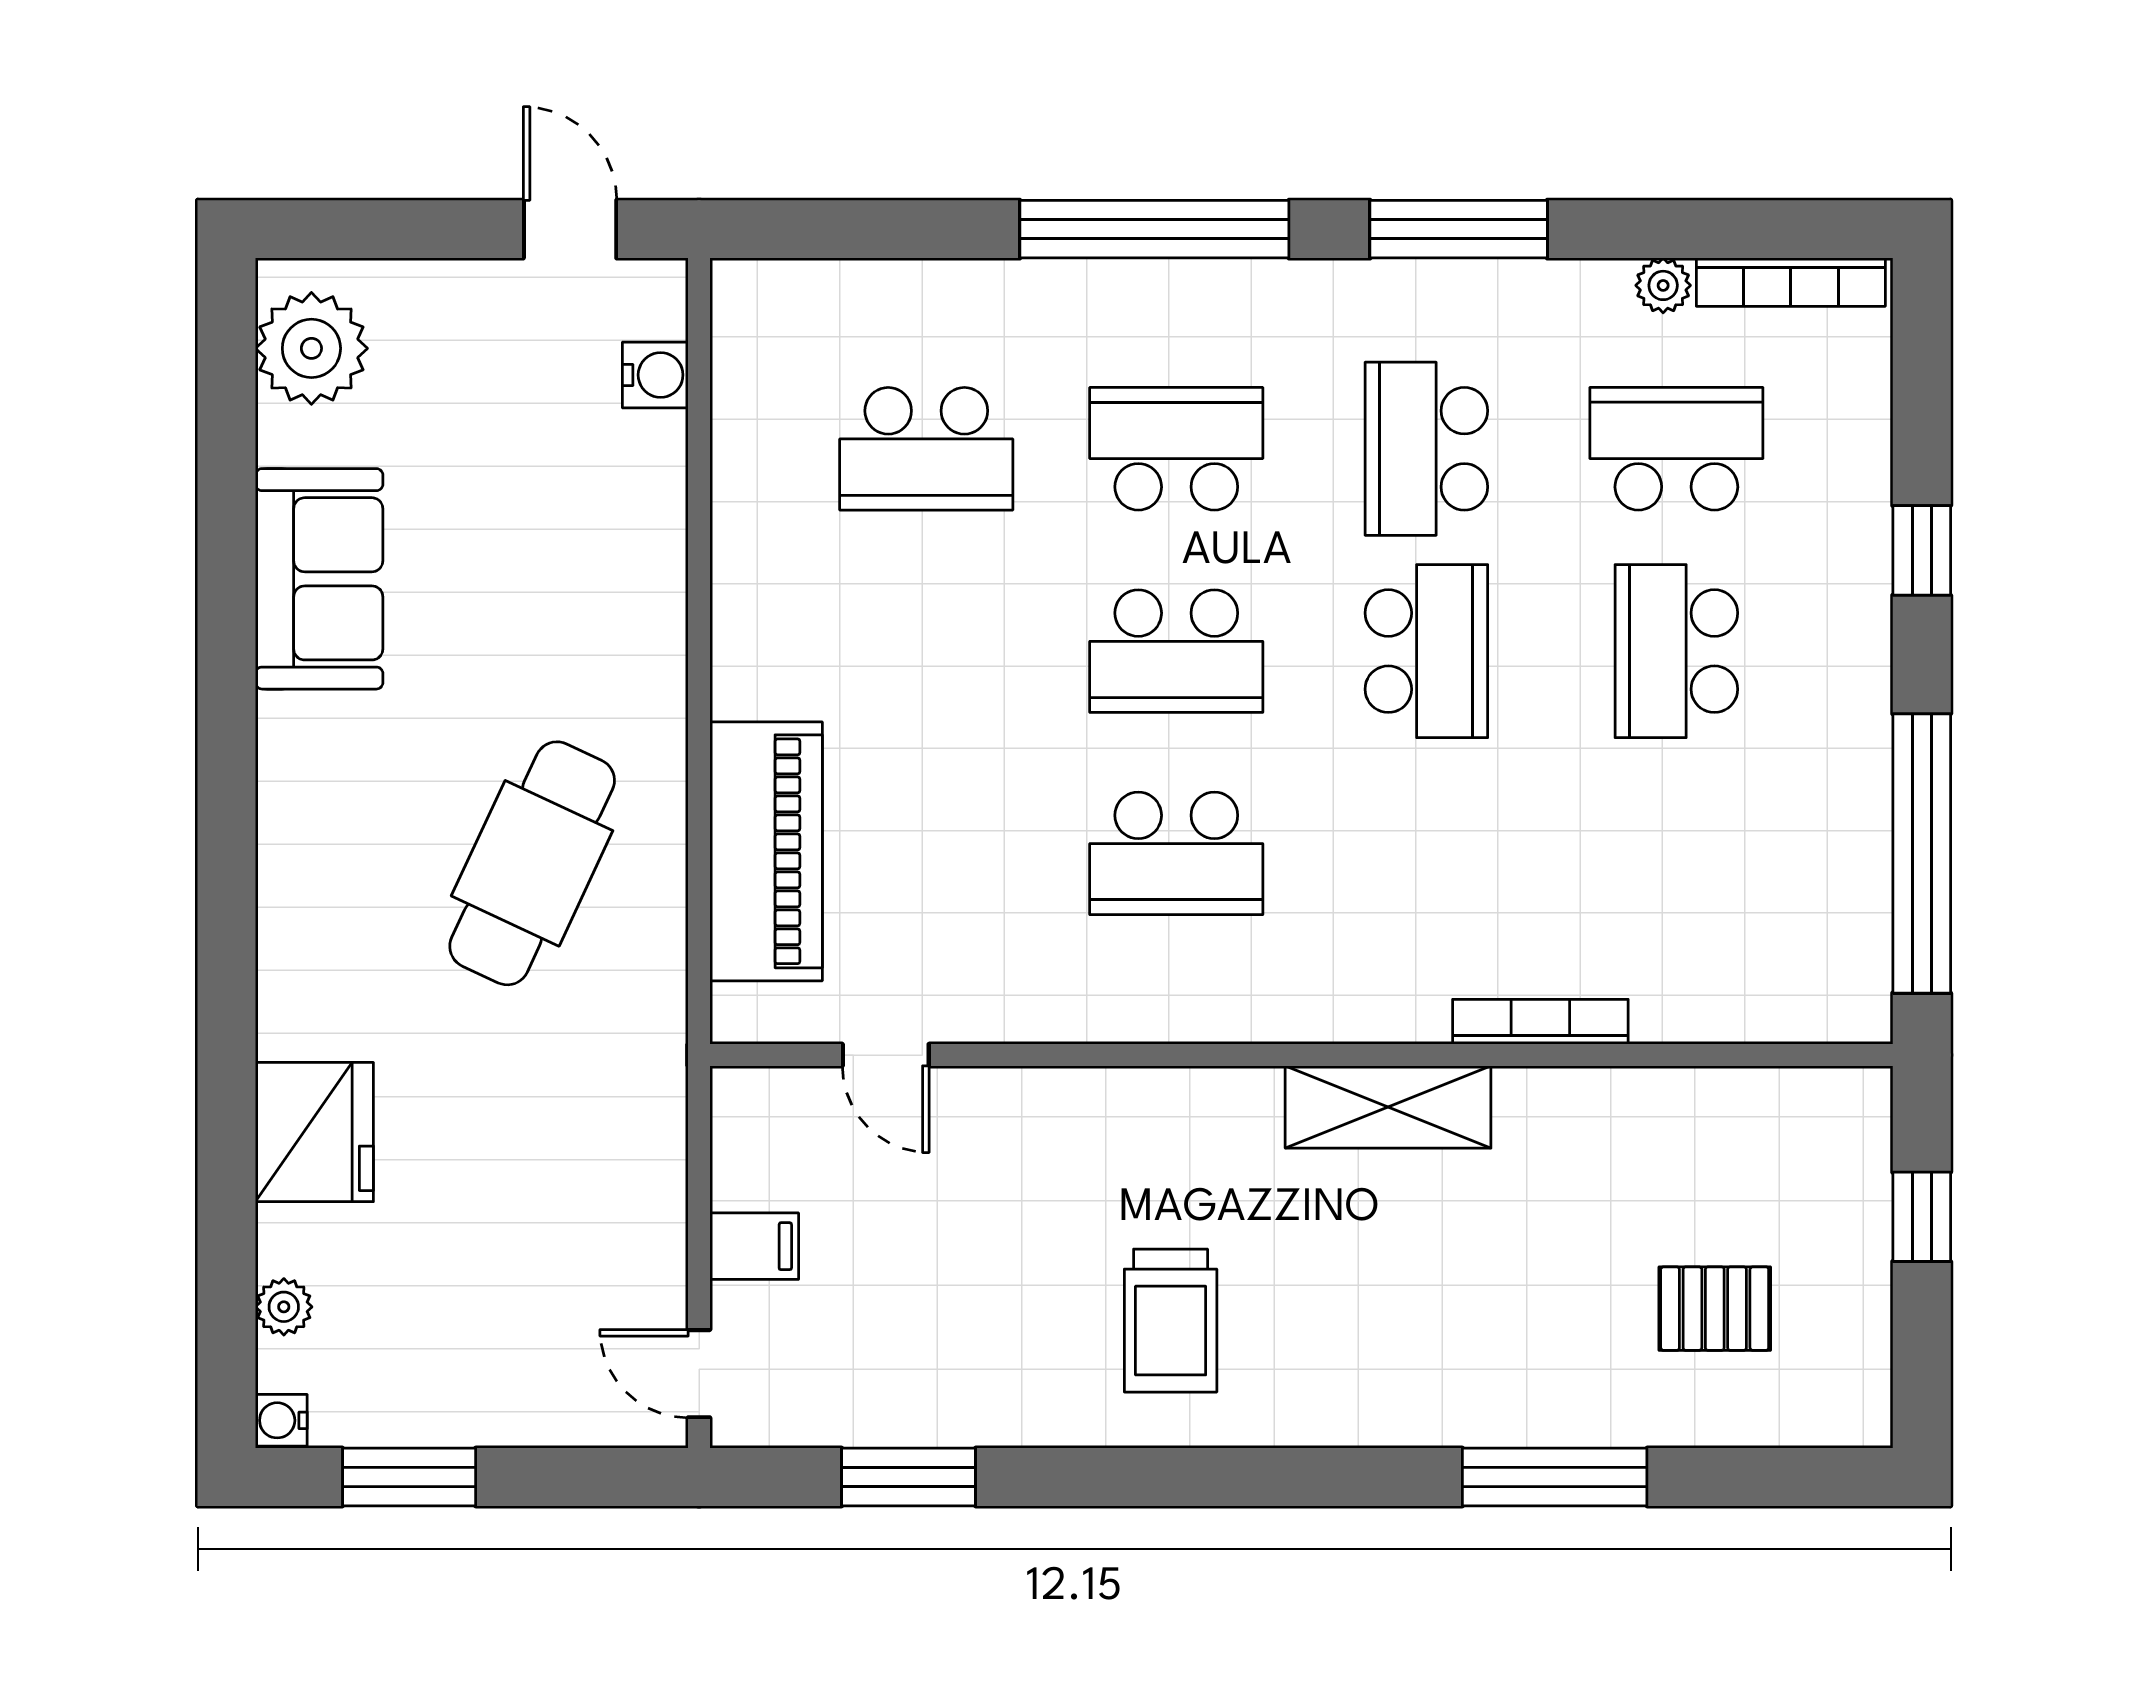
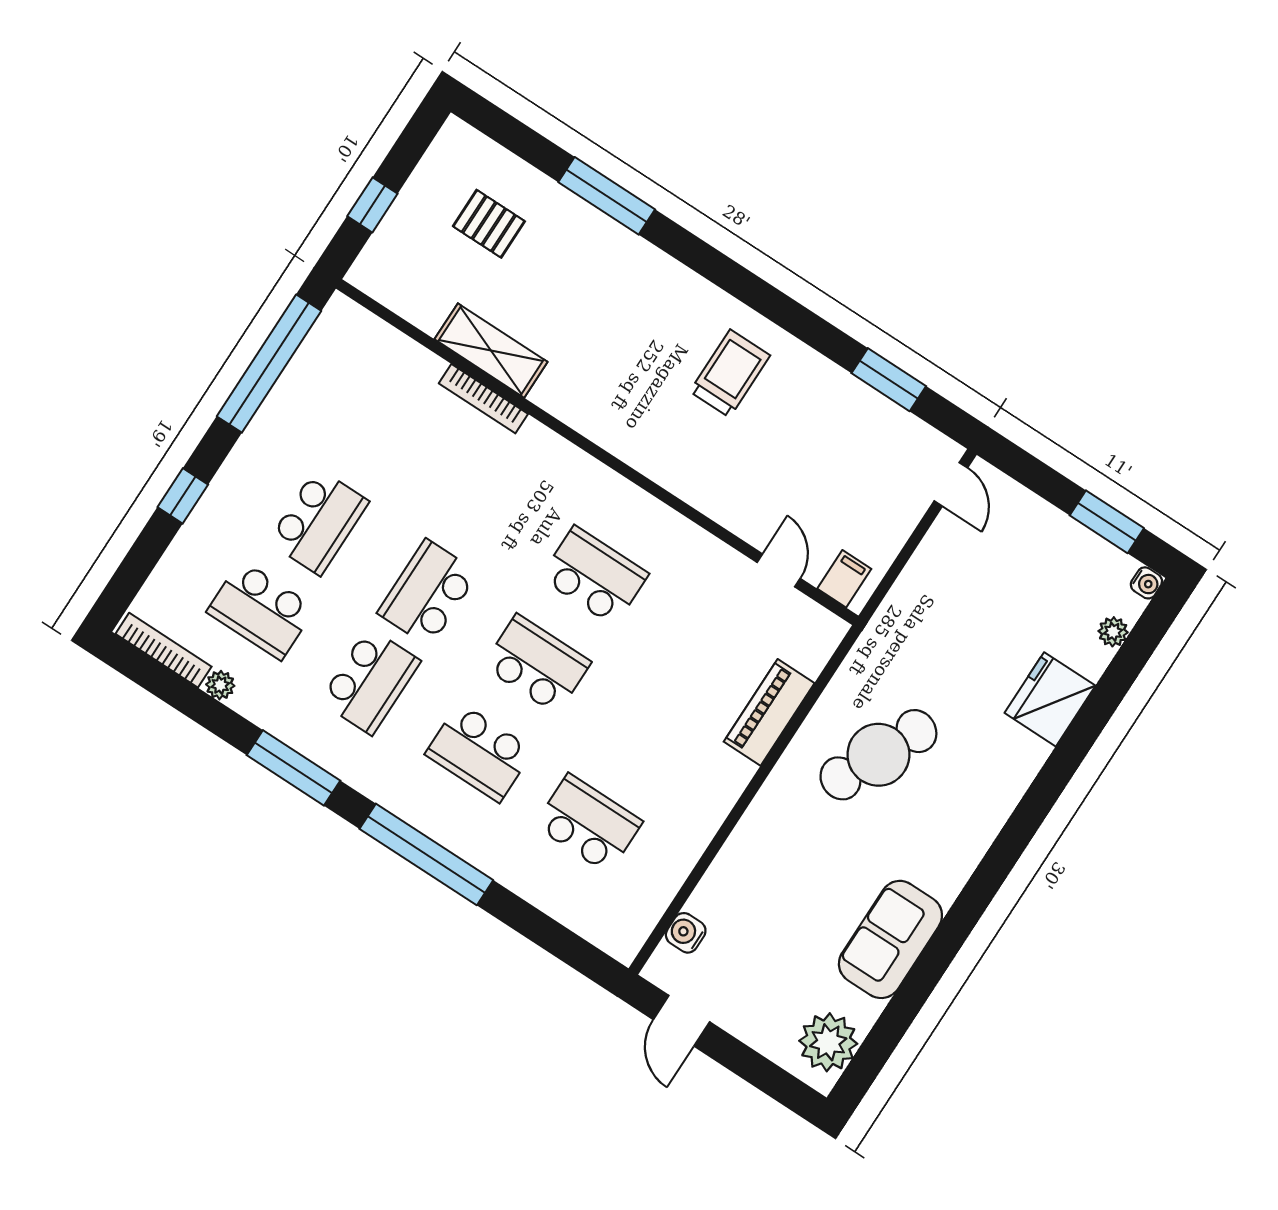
piano: (766, 851) -> (769, 712), width x0.73, depth x0.75
shelving: (1388, 1107) -> (491, 351), moved
filing cabinet: (754, 1246) -> (844, 579), moved, turned 90

